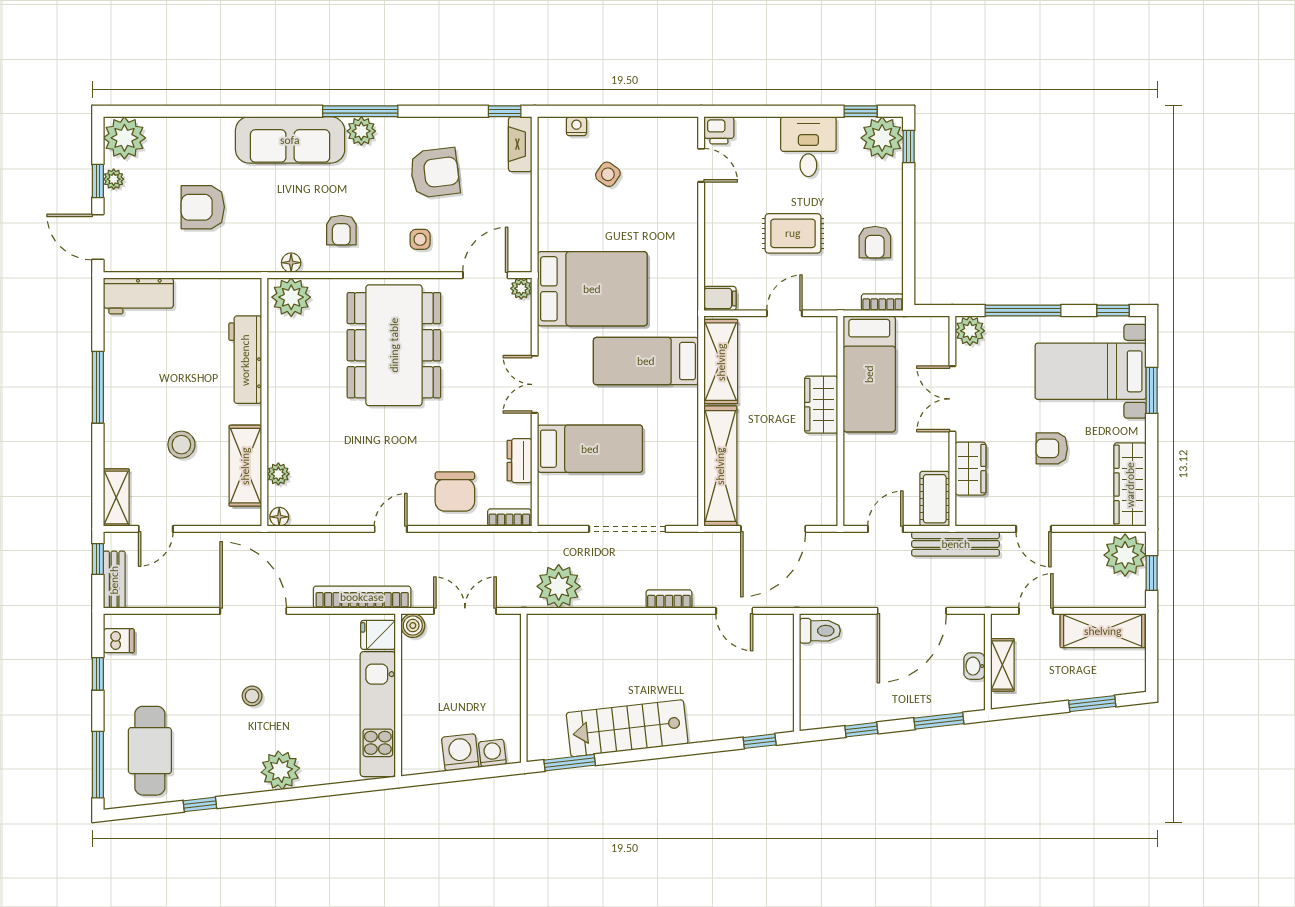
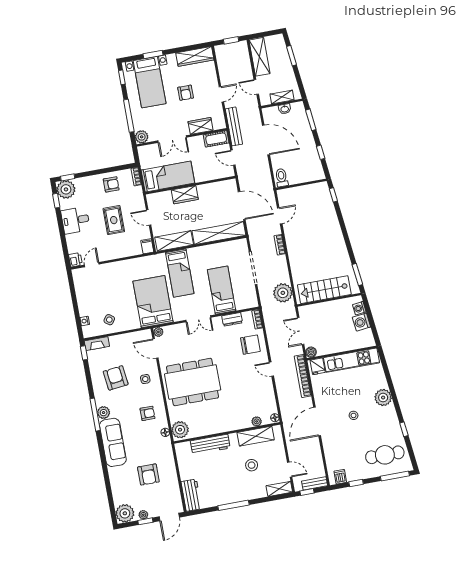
side table: (608, 174) -> (109, 320), moved
plant: (1125, 555) -> (225, 53), removed
stairs: (627, 728) -> (324, 290), moved, turned 96

